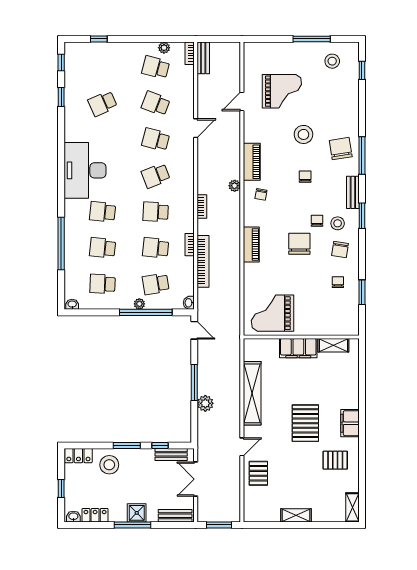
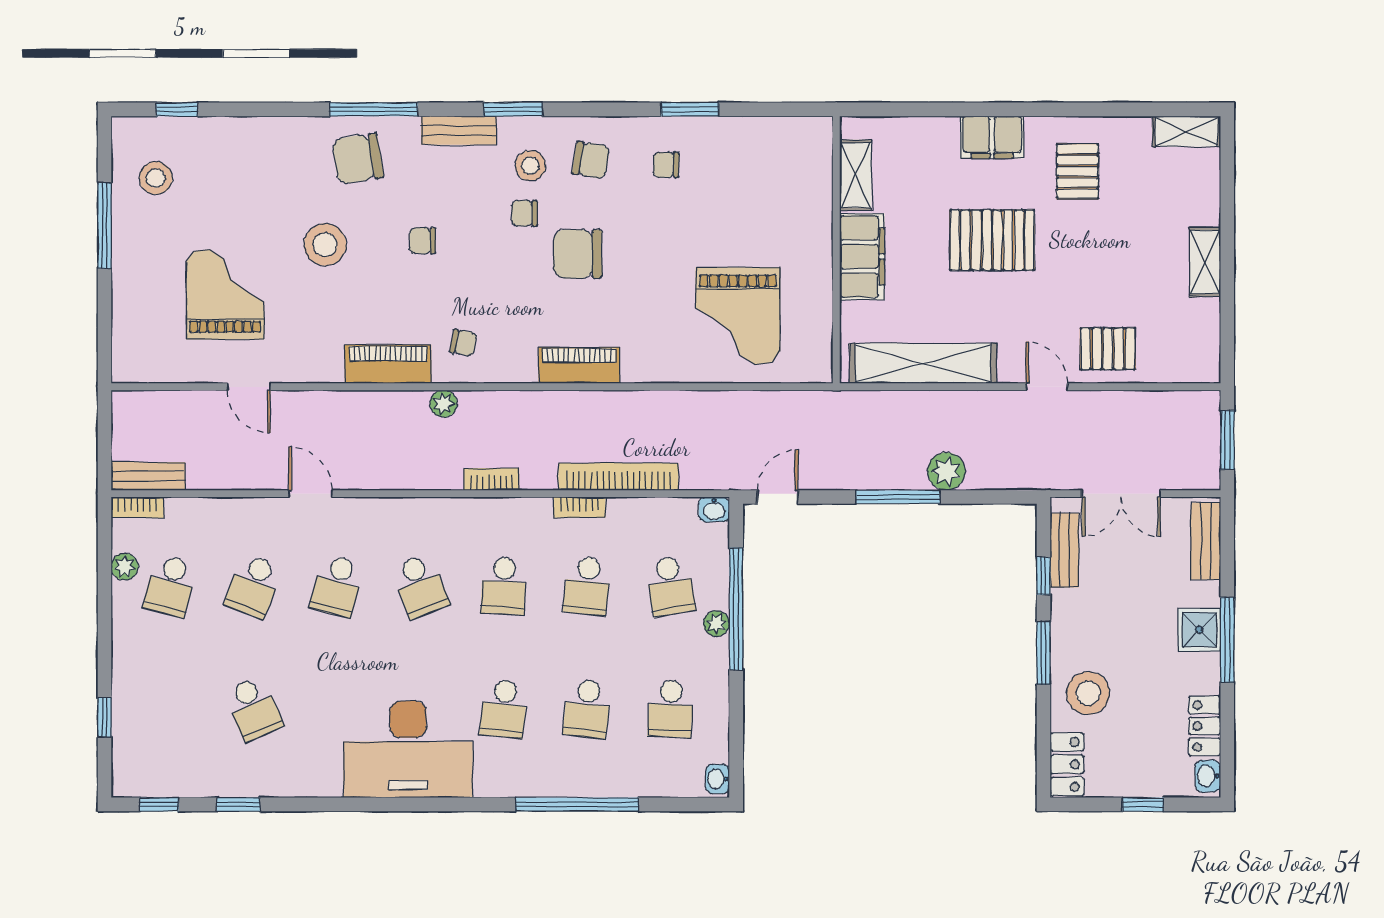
wall: (301, 337) -> (836, 250), moved
shelving: (333, 345) -> (856, 175), moved
filing cabinet: (298, 348) -> (862, 257), moved

